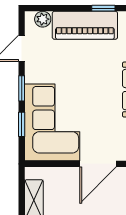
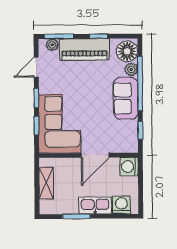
window: (52, 8) -> (59, 36), added

